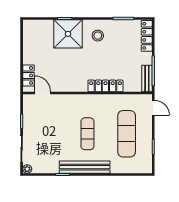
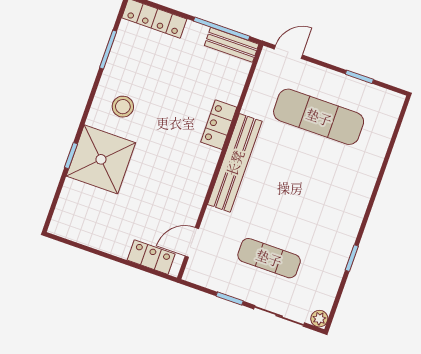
locker: (105, 86) -> (219, 125), width x0.66
exercise mat: (87, 134) -> (269, 258), moved
bench: (85, 167) -> (235, 163), moved

